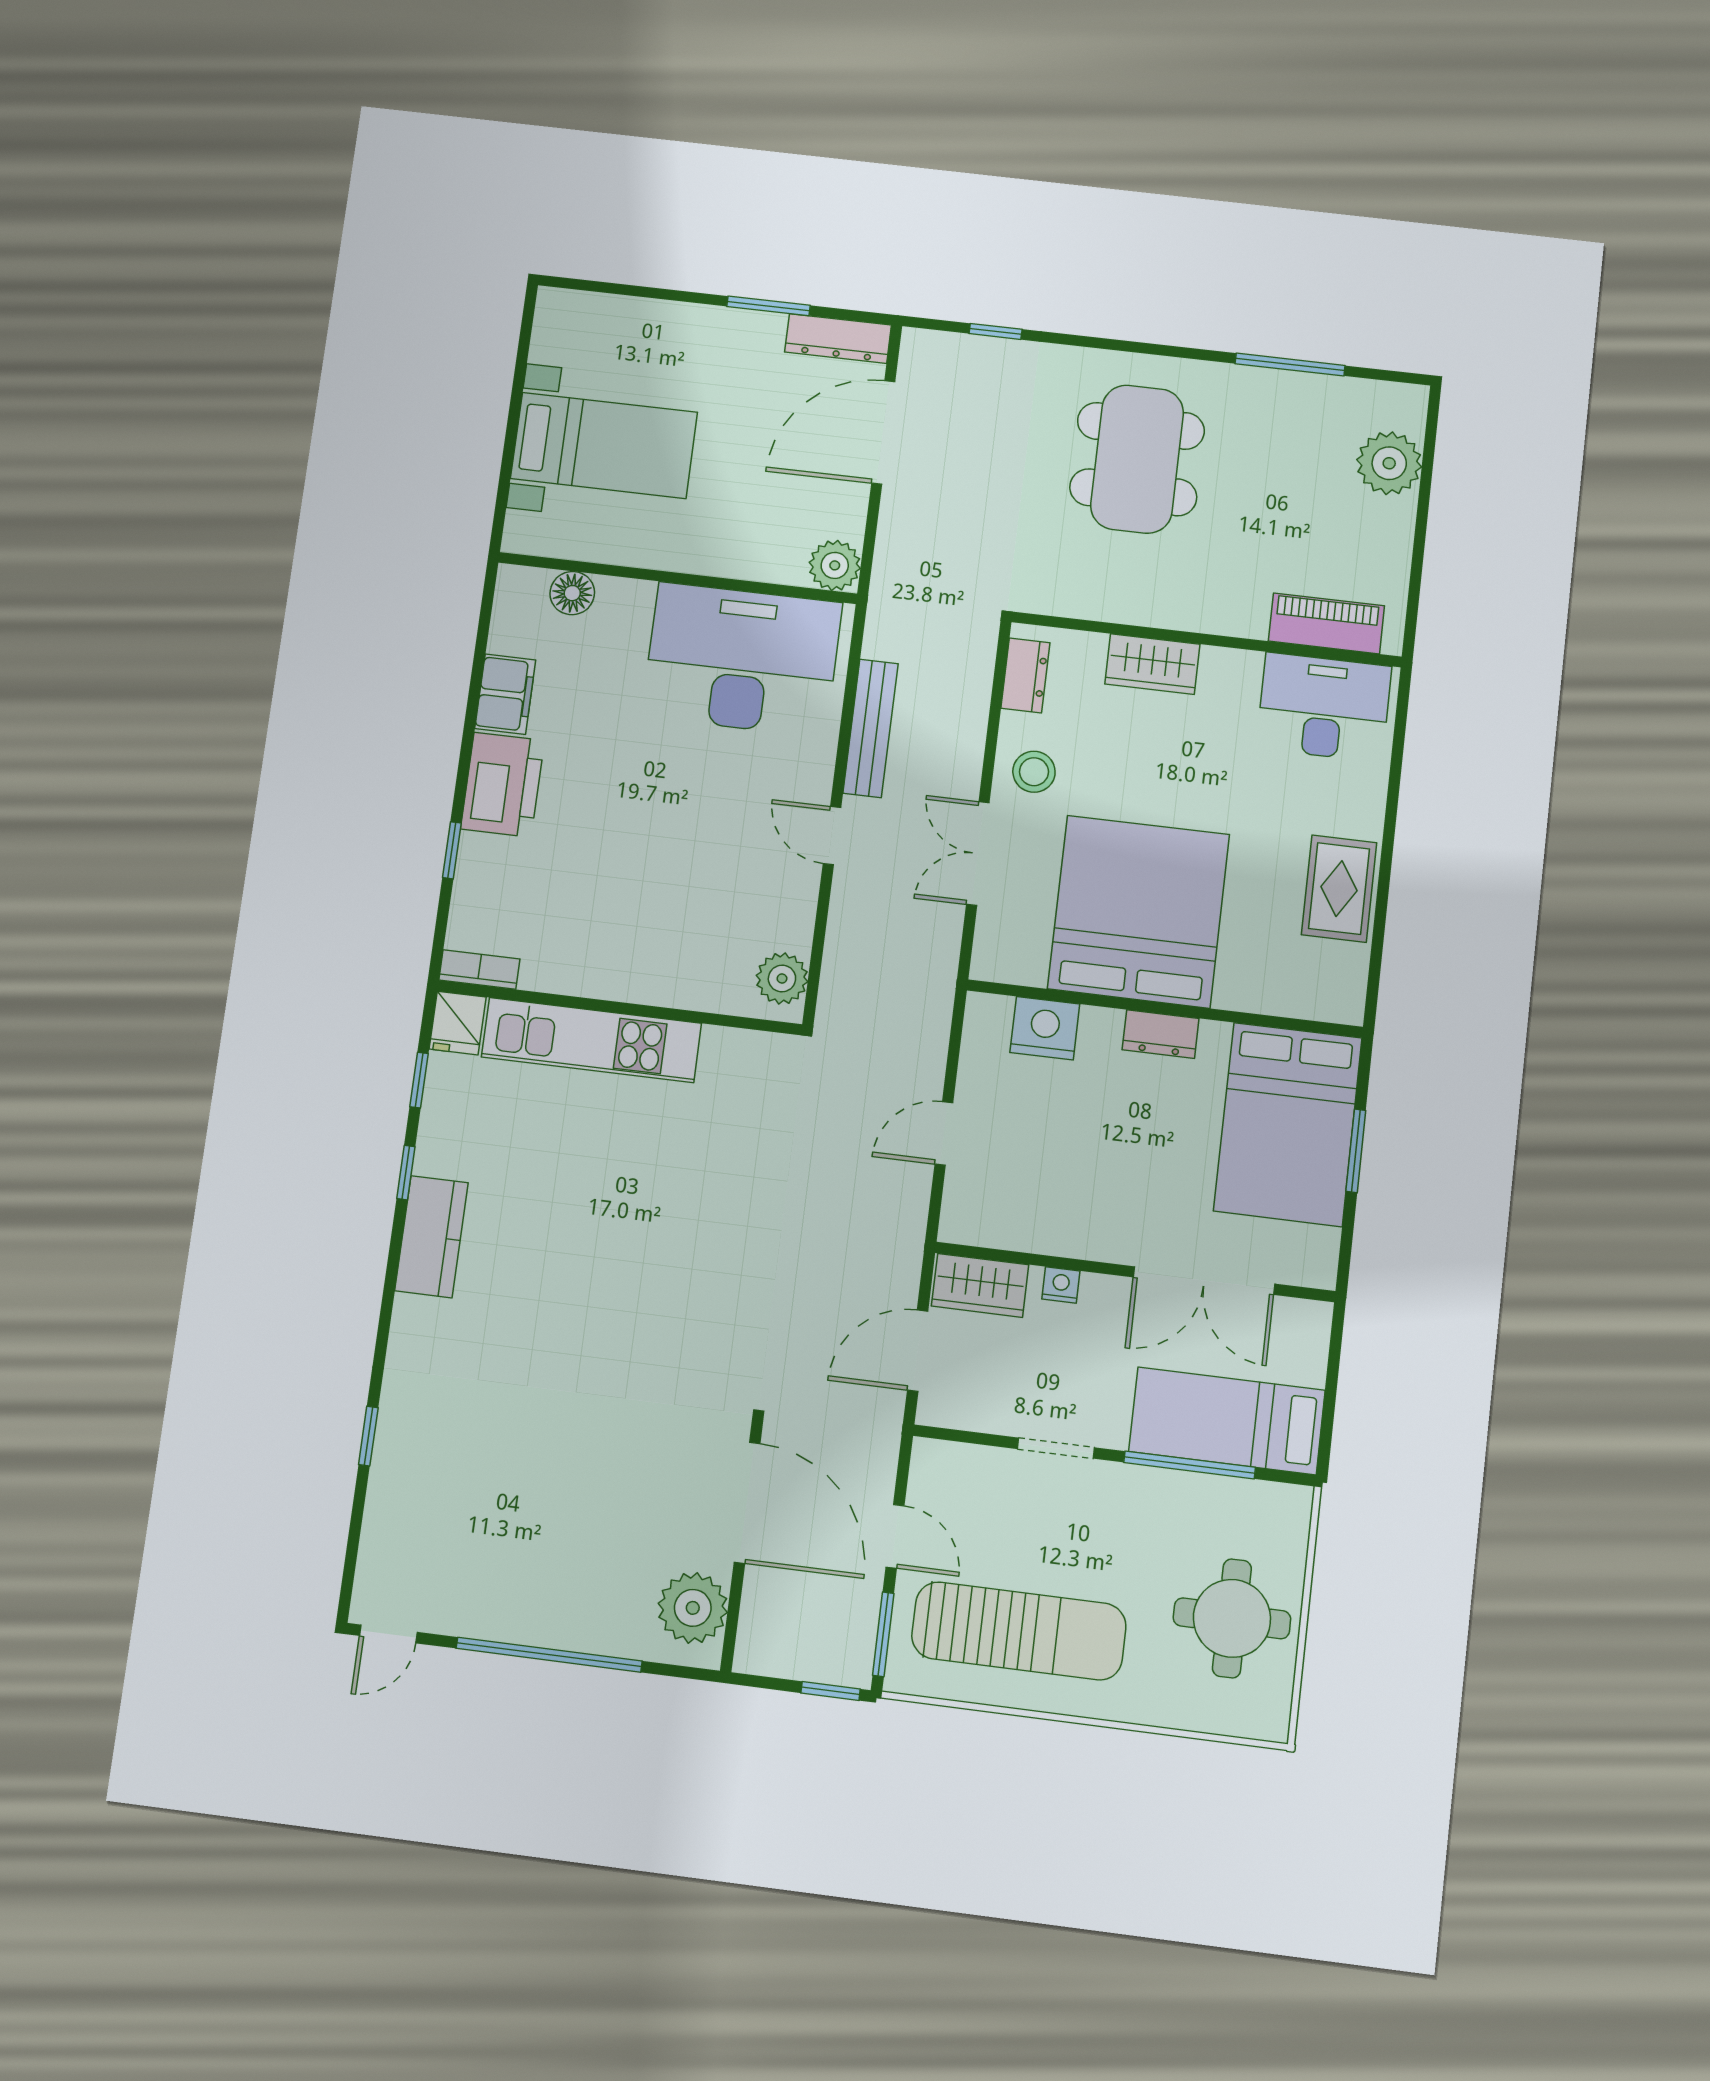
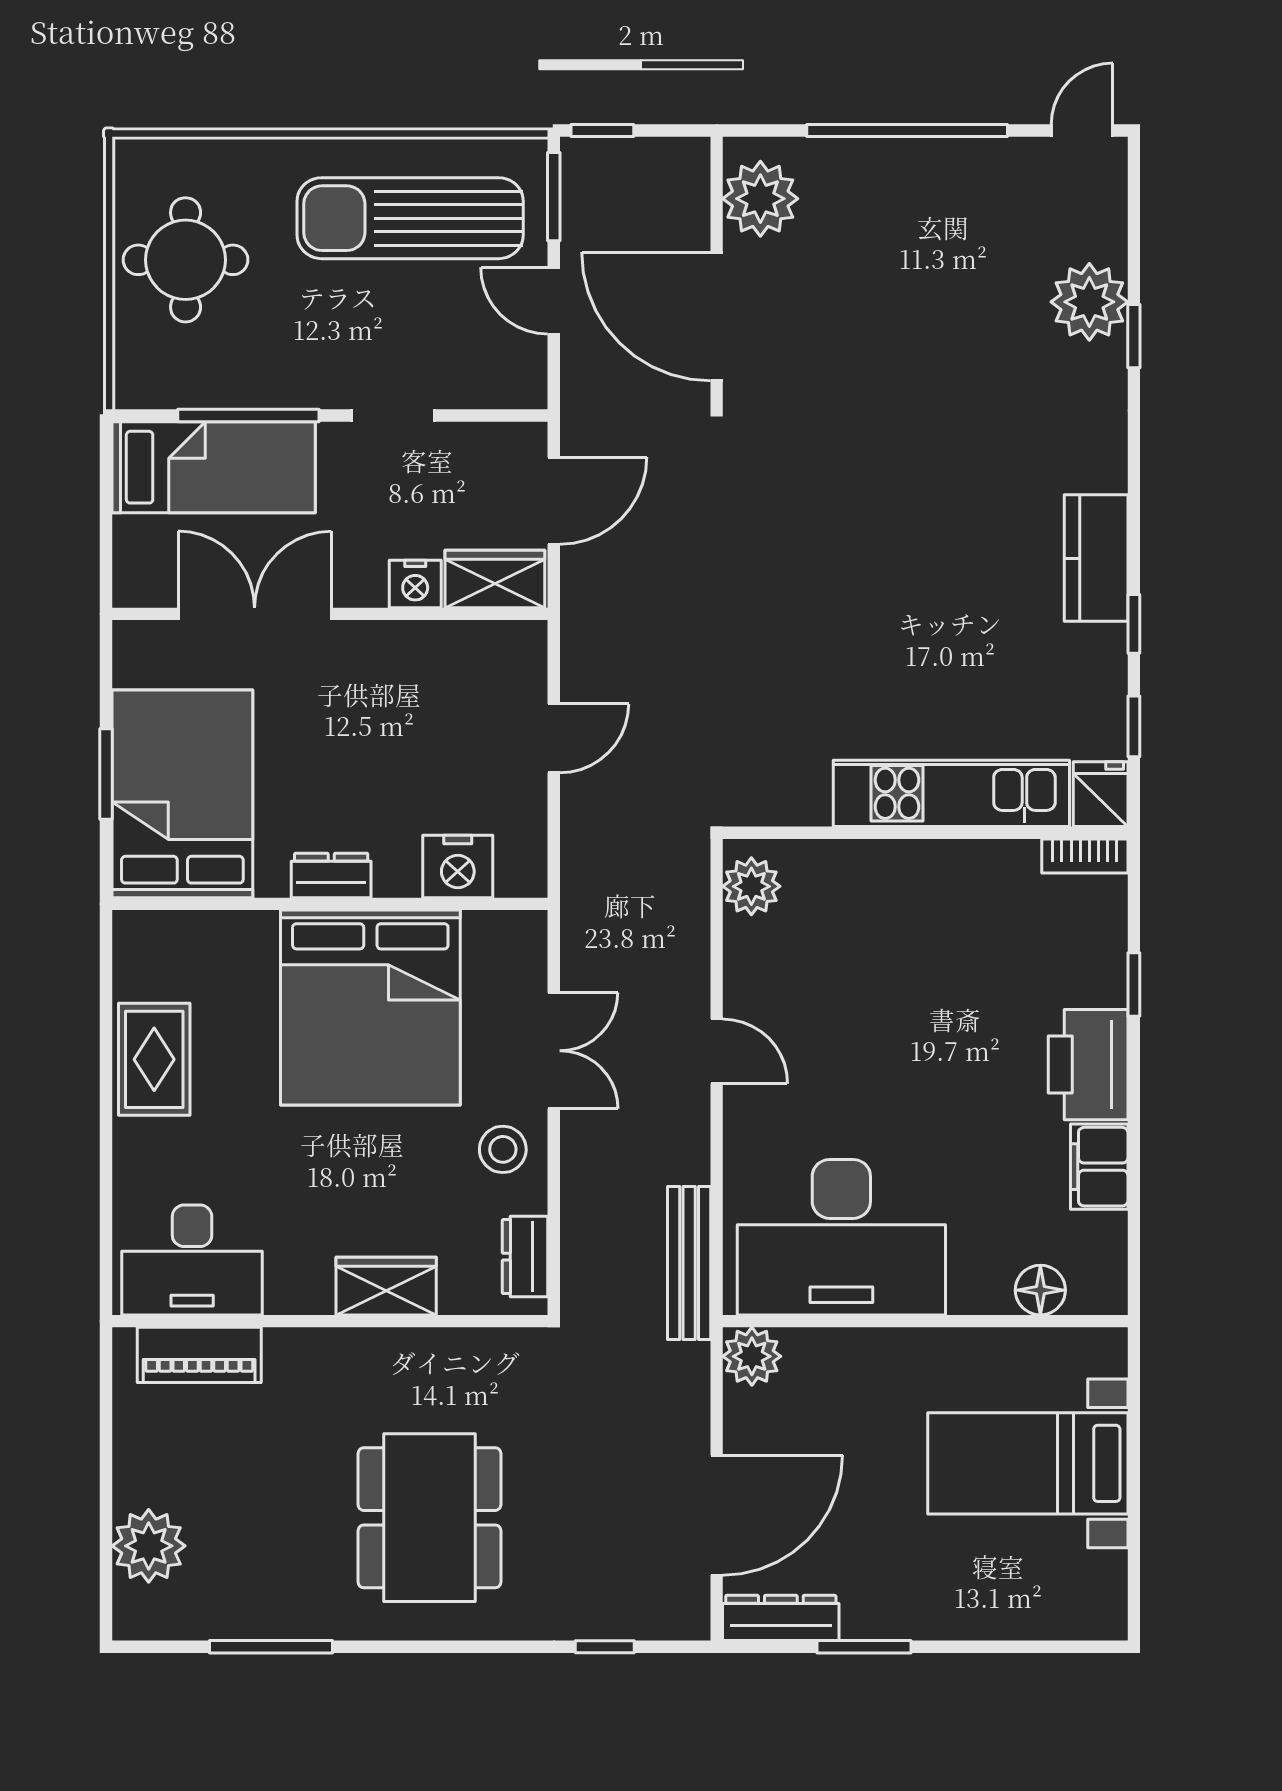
bench: (870, 728) -> (689, 1263), moved
nightstand: (1061, 1285) -> (415, 584), width x1.39, depth x1.35
plant: (404, 1473) -> (1089, 302), added

